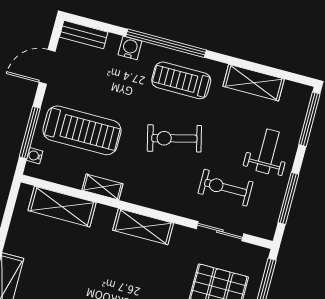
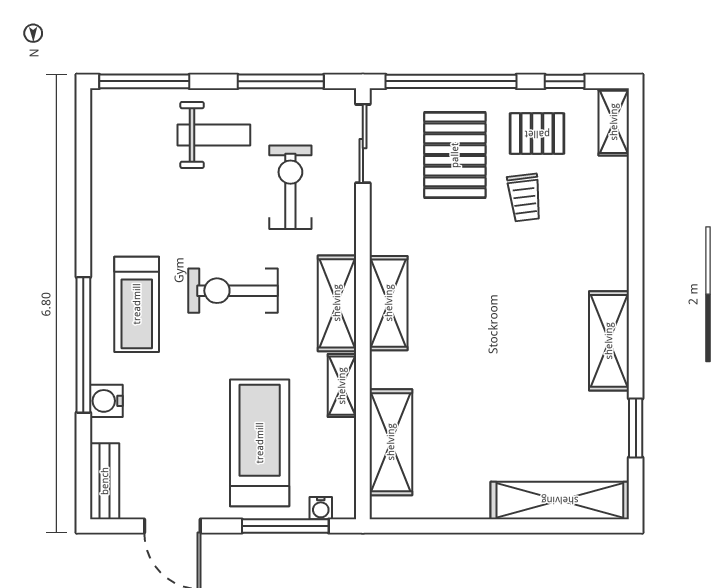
shelving: (254, 83) -> (337, 303), moved
exercise bike: (174, 138) -> (233, 291), turned 104
weight bench: (268, 151) -> (214, 135), turned 180
exercise bike: (225, 188) -> (290, 187), turned 180
sliding door: (220, 231) -> (363, 144), moved

